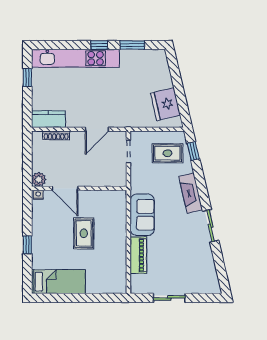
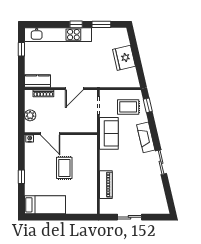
fridge: (166, 104) -> (124, 58), moved
plant: (39, 179) -> (30, 115), moved
sofa: (142, 215) -> (109, 133), moved

